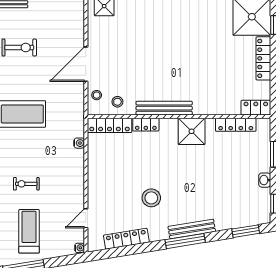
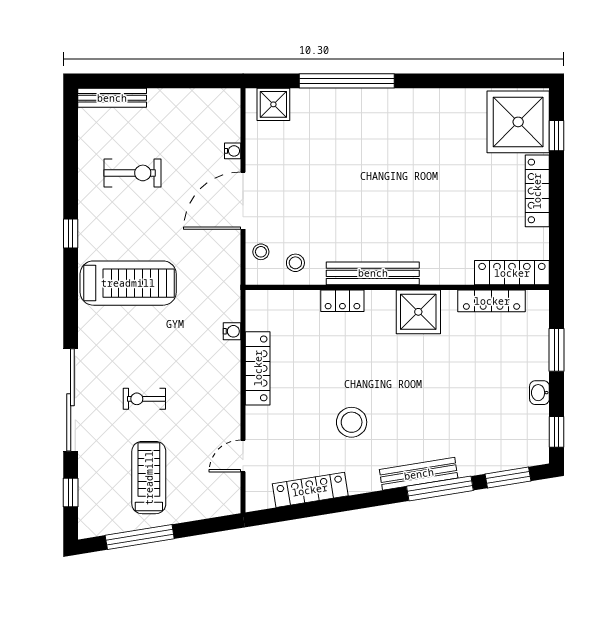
locker: (256, 108) -> (512, 273), width x1.53
locker: (109, 125) -> (258, 368), moved, turned -90
window: (185, 241) -> (440, 488), moved
water cooler: (80, 248) -> (233, 151), moved

